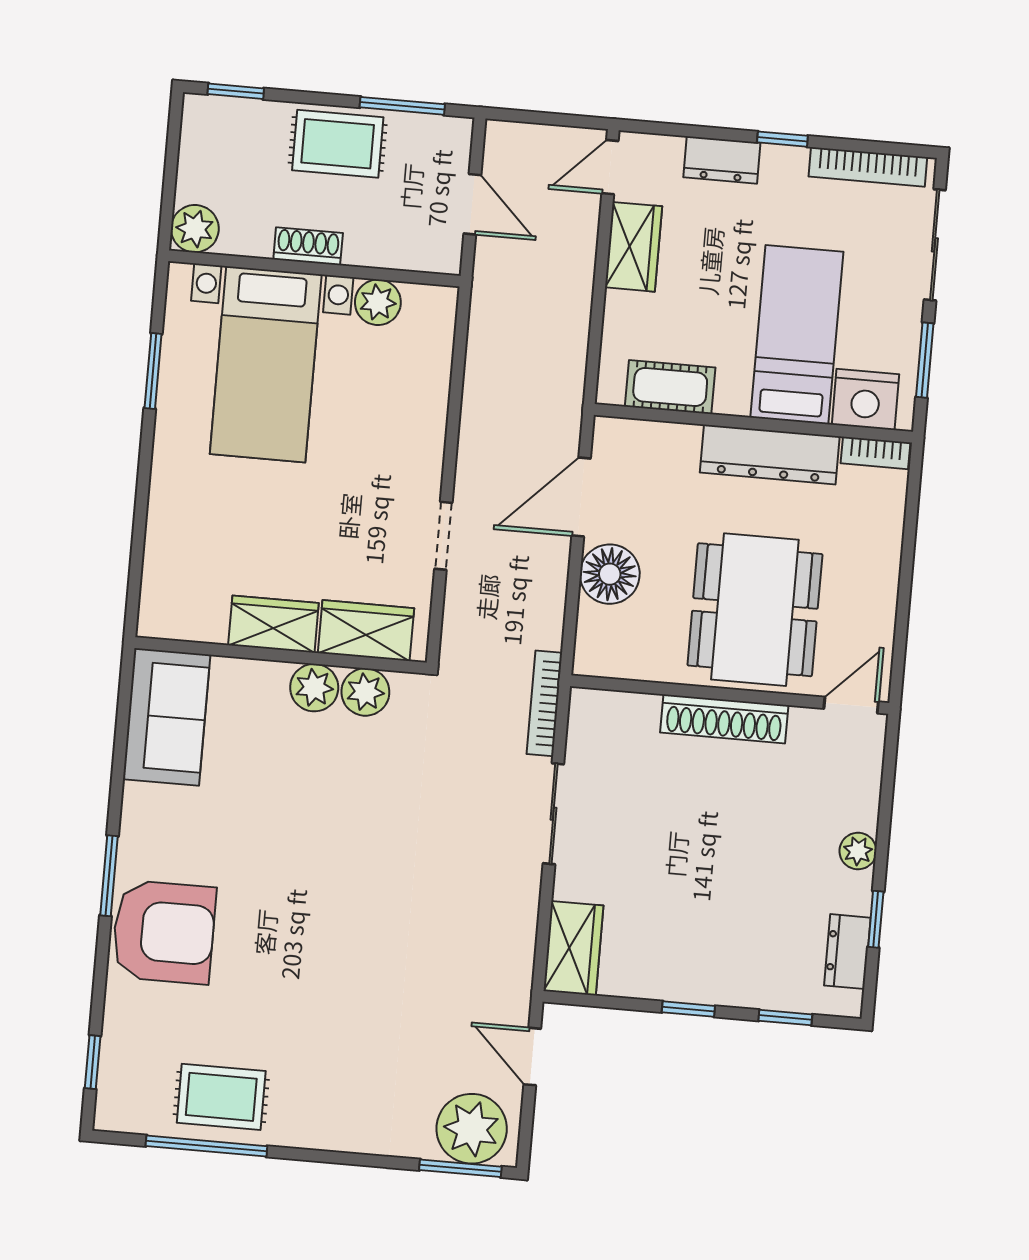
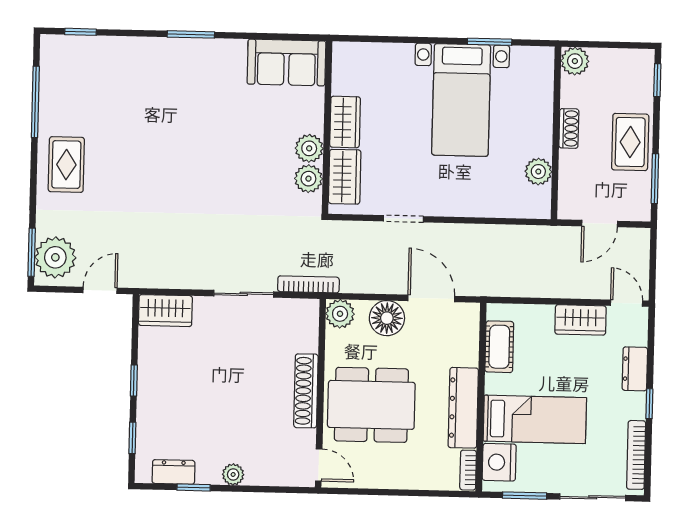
bed with nightstands: (266, 364) -> (461, 100), moved, turned -90
plant: (597, 653) -> (340, 314), added
armchair: (164, 932) -> (160, 69), removed
rug: (221, 1097) -> (66, 165), moved

